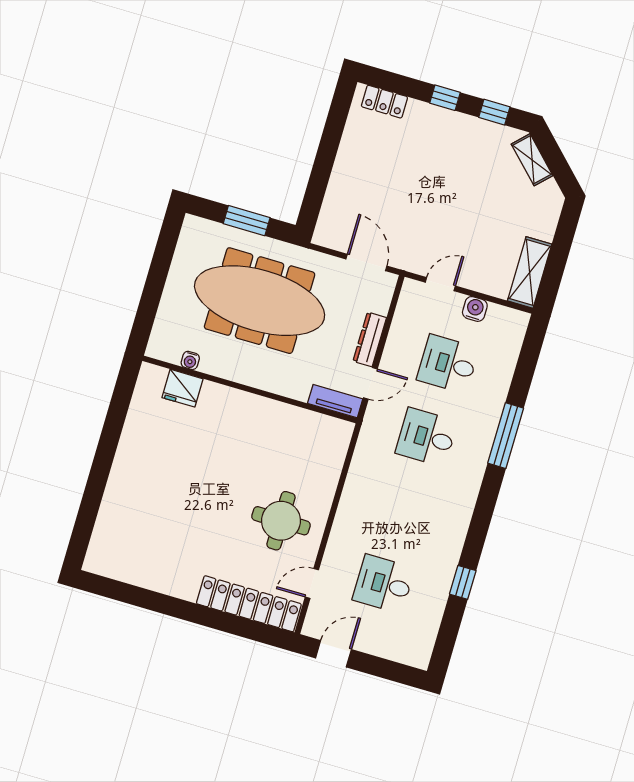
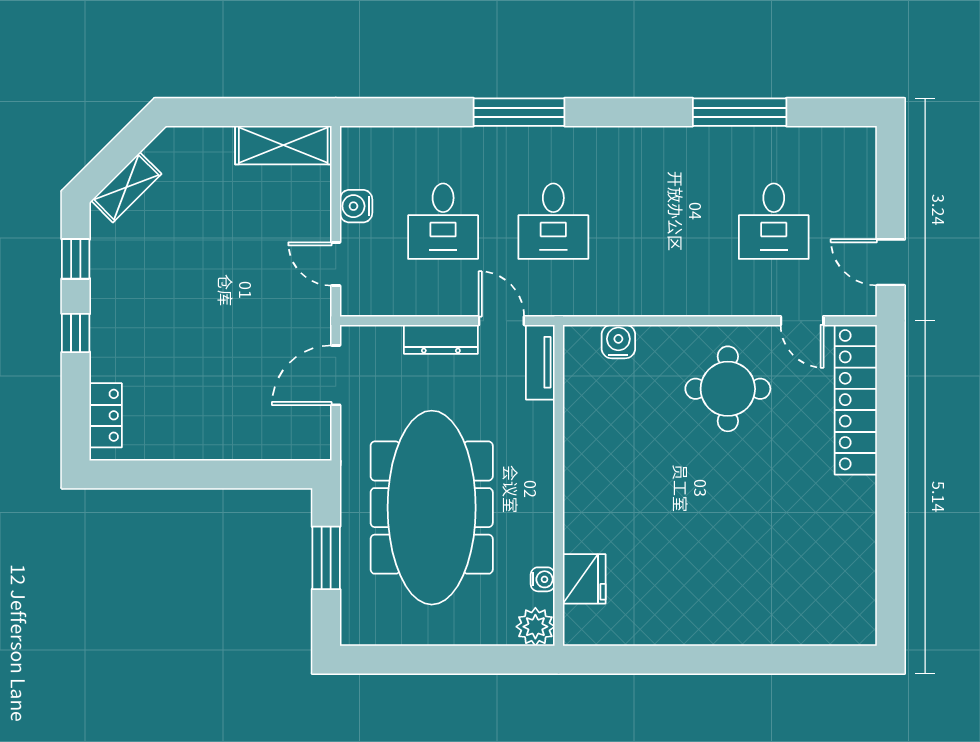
plant: (160, 346) -> (535, 627), added
water cooler: (334, 457) -> (618, 342), added
window: (463, 582) -> (740, 112), width x2.17

